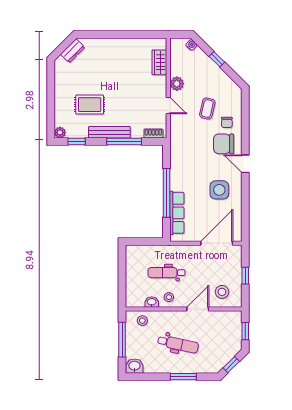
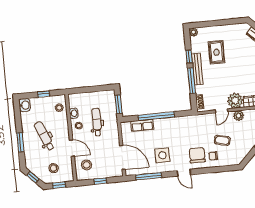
plant: (156, 86) -> (235, 101), added
window: (77, 141) -> (189, 56), moved
door: (245, 164) -> (184, 173), swing flipped
window: (245, 211) -> (149, 176), added
row of seats: (177, 213) -> (142, 125), width x0.68
window: (146, 241) -> (118, 104), added
stool: (222, 336) -> (54, 168), added
window: (122, 340) -> (44, 94), width x0.46
dental chair: (178, 344) -> (44, 136), turned 145

